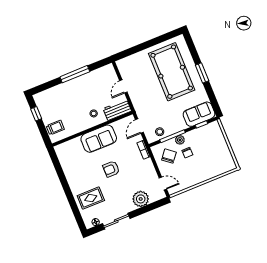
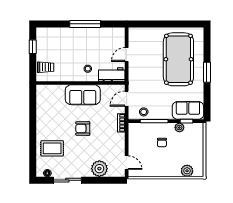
plant: (180, 140) -> (179, 128), moved
chair: (169, 156) -> (143, 139), removed
plant: (220, 169) -> (187, 171), added

